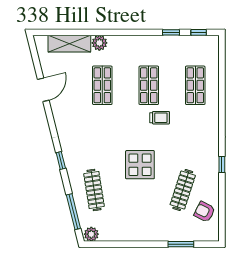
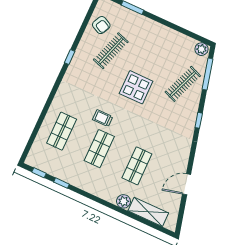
clothes rail: (94, 190) -> (183, 84), turned 30

